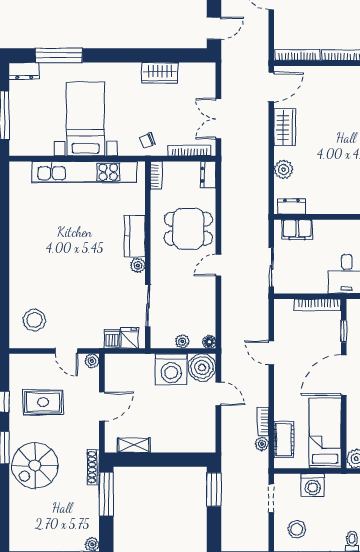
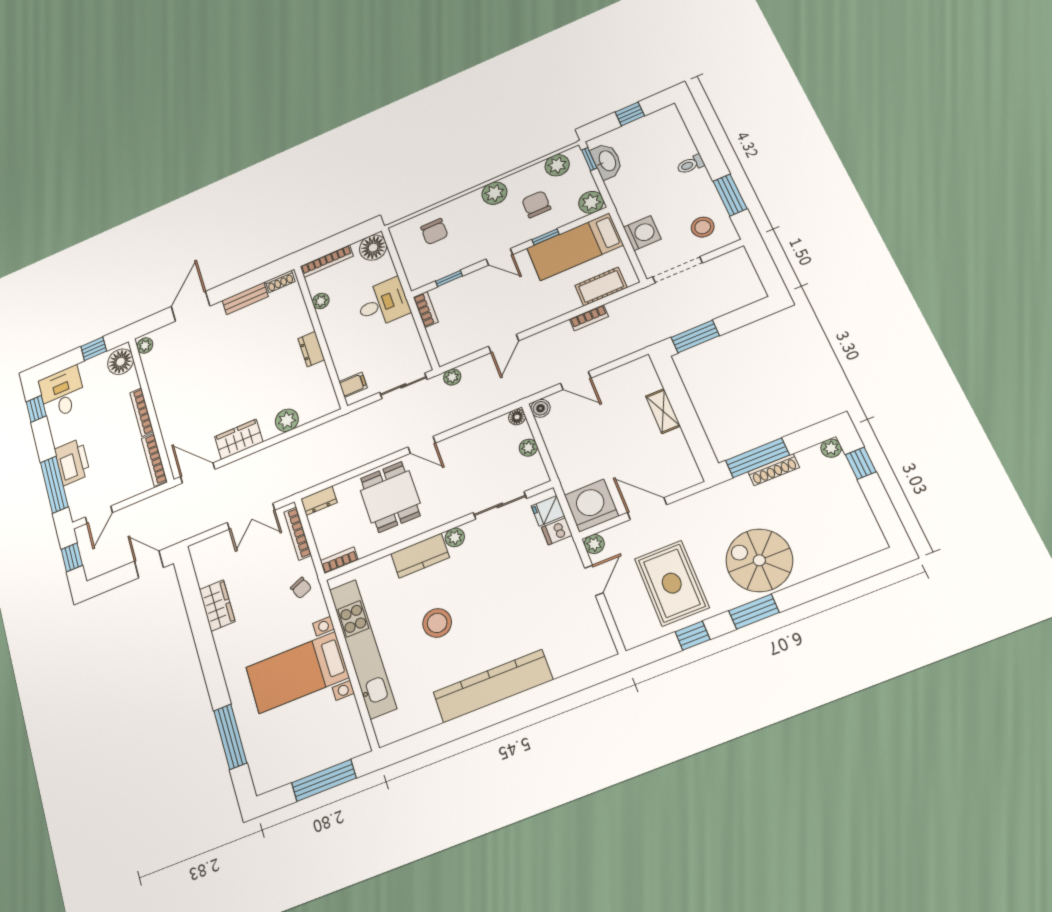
dresser: (24, 71) -> (261, 773), removed
dresser: (292, 206) -> (311, 349), moved
filing cabinet: (297, 230) -> (353, 385), width x0.50
kitchen counter: (21, 255) -> (493, 686), added
bookcase: (318, 305) -> (426, 309), width x0.64
stool: (34, 320) -> (437, 623), moved
boiler: (202, 367) -> (541, 408), width x0.54, depth x0.54
washing machine: (171, 369) -> (591, 506), moved, turned -90
door: (344, 375) -> (499, 257), width x0.53
door: (218, 394) -> (576, 381), swing flipped
rug: (43, 402) -> (672, 583), width x1.36, depth x1.43
window: (344, 415) -> (545, 237), added
plant: (262, 444) -> (452, 377), moved
shelving: (134, 445) -> (663, 411), moved
spiral stairs: (35, 465) -> (759, 560), turned 180
shoe rack: (93, 467) -> (774, 470), moved
doorway: (271, 498) -> (678, 270), width x1.38

